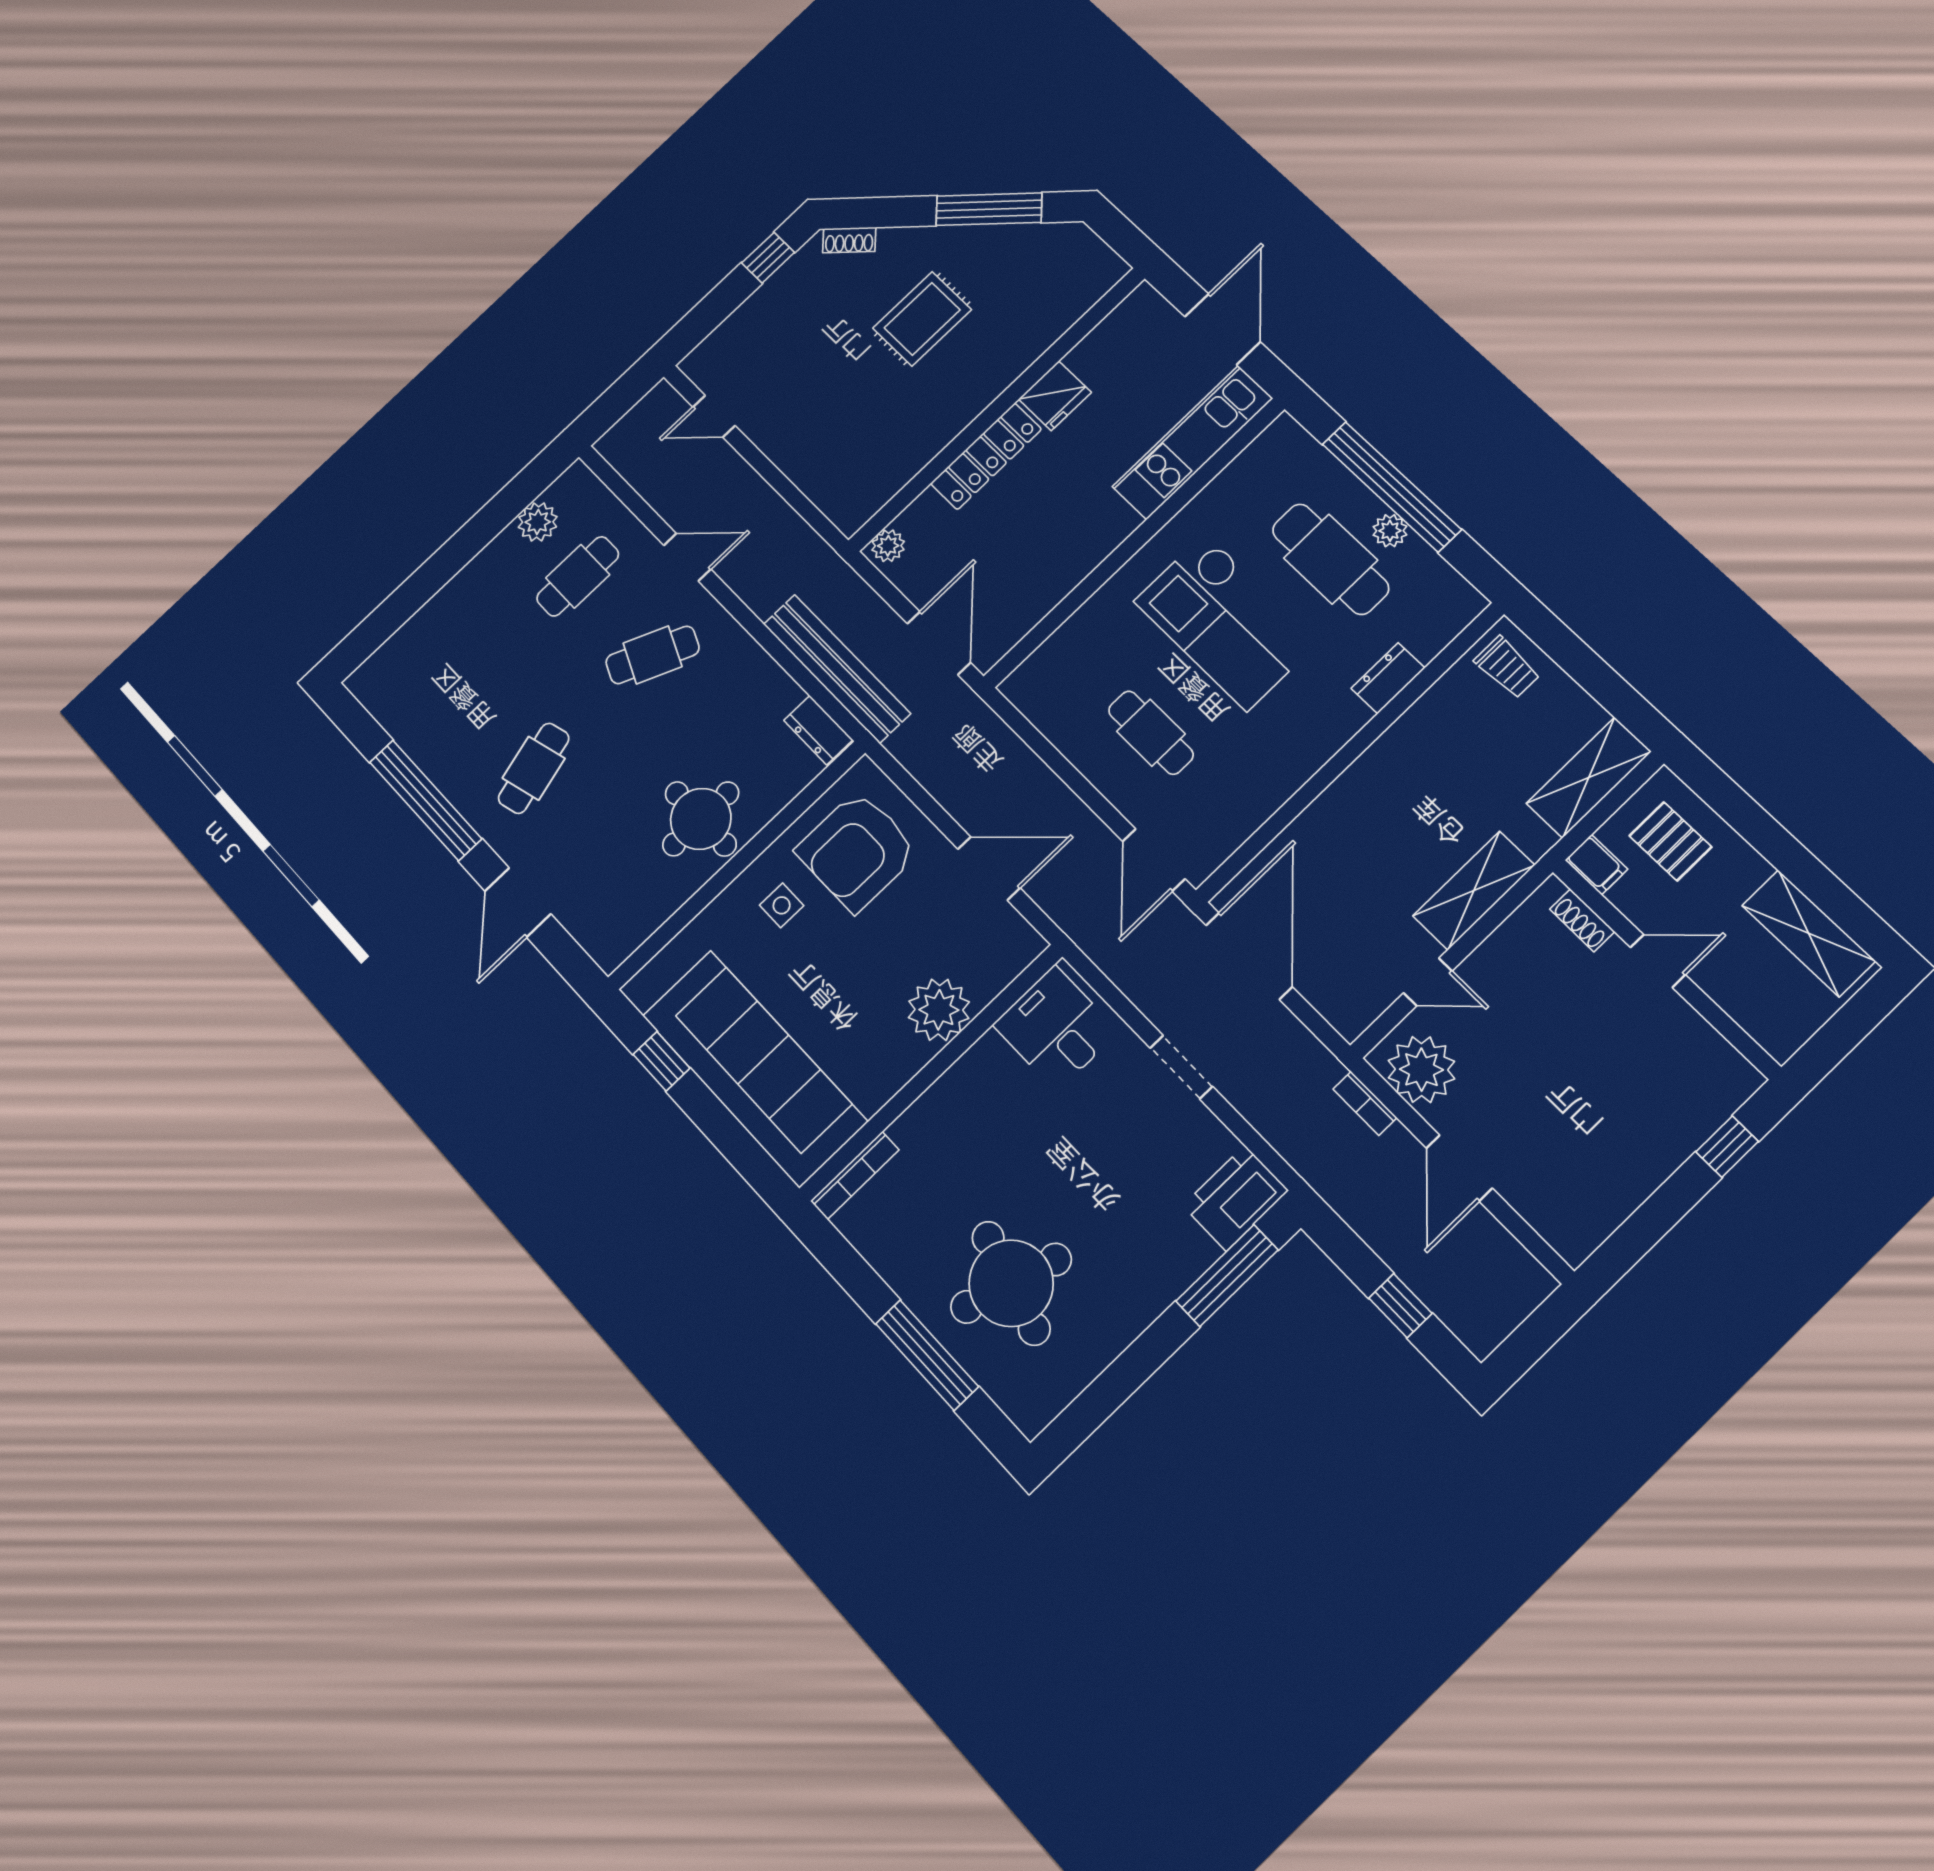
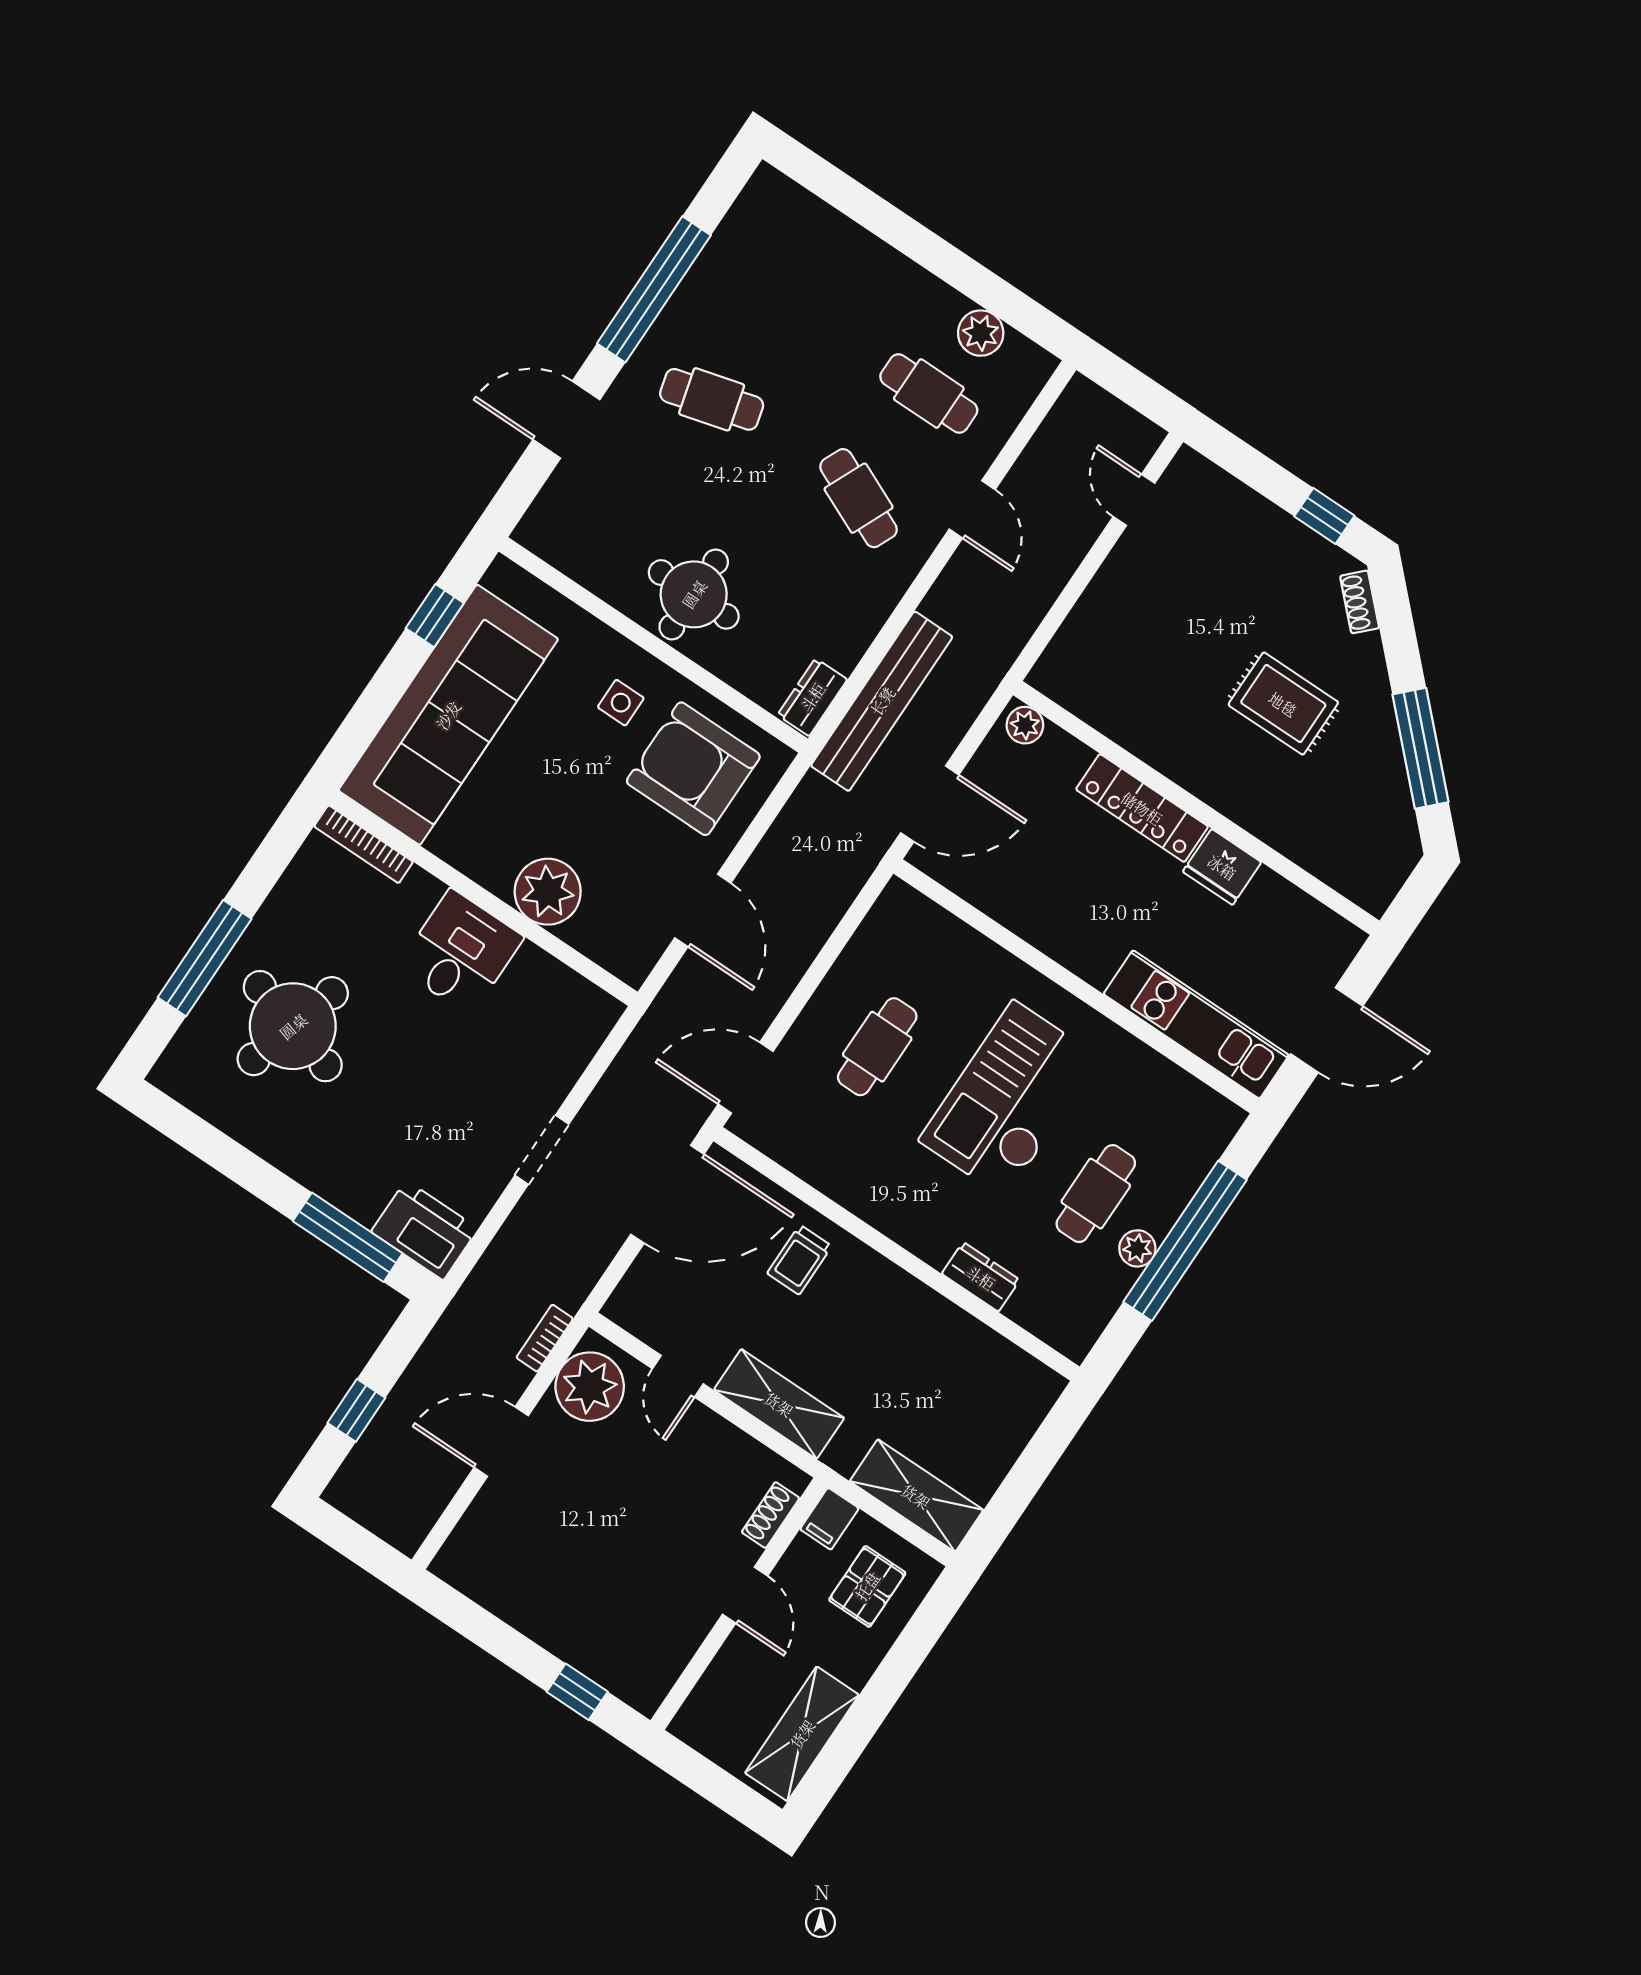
cafe table: (1331, 559) -> (1096, 1194), width x0.73, depth x0.74
trolley: (1507, 667) -> (799, 1260), moved
desk: (1056, 1028) -> (461, 952), moved

